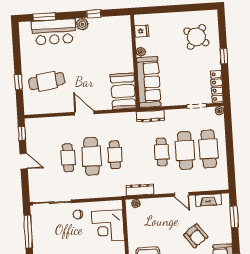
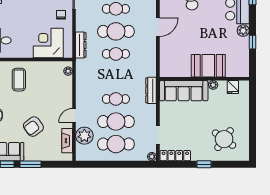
booth: (123, 91) -> (208, 66), moved
plant: (202, 182) -> (84, 136), added
dresser: (140, 190) -> (81, 45), moved
window: (234, 217) -> (31, 164), moved

